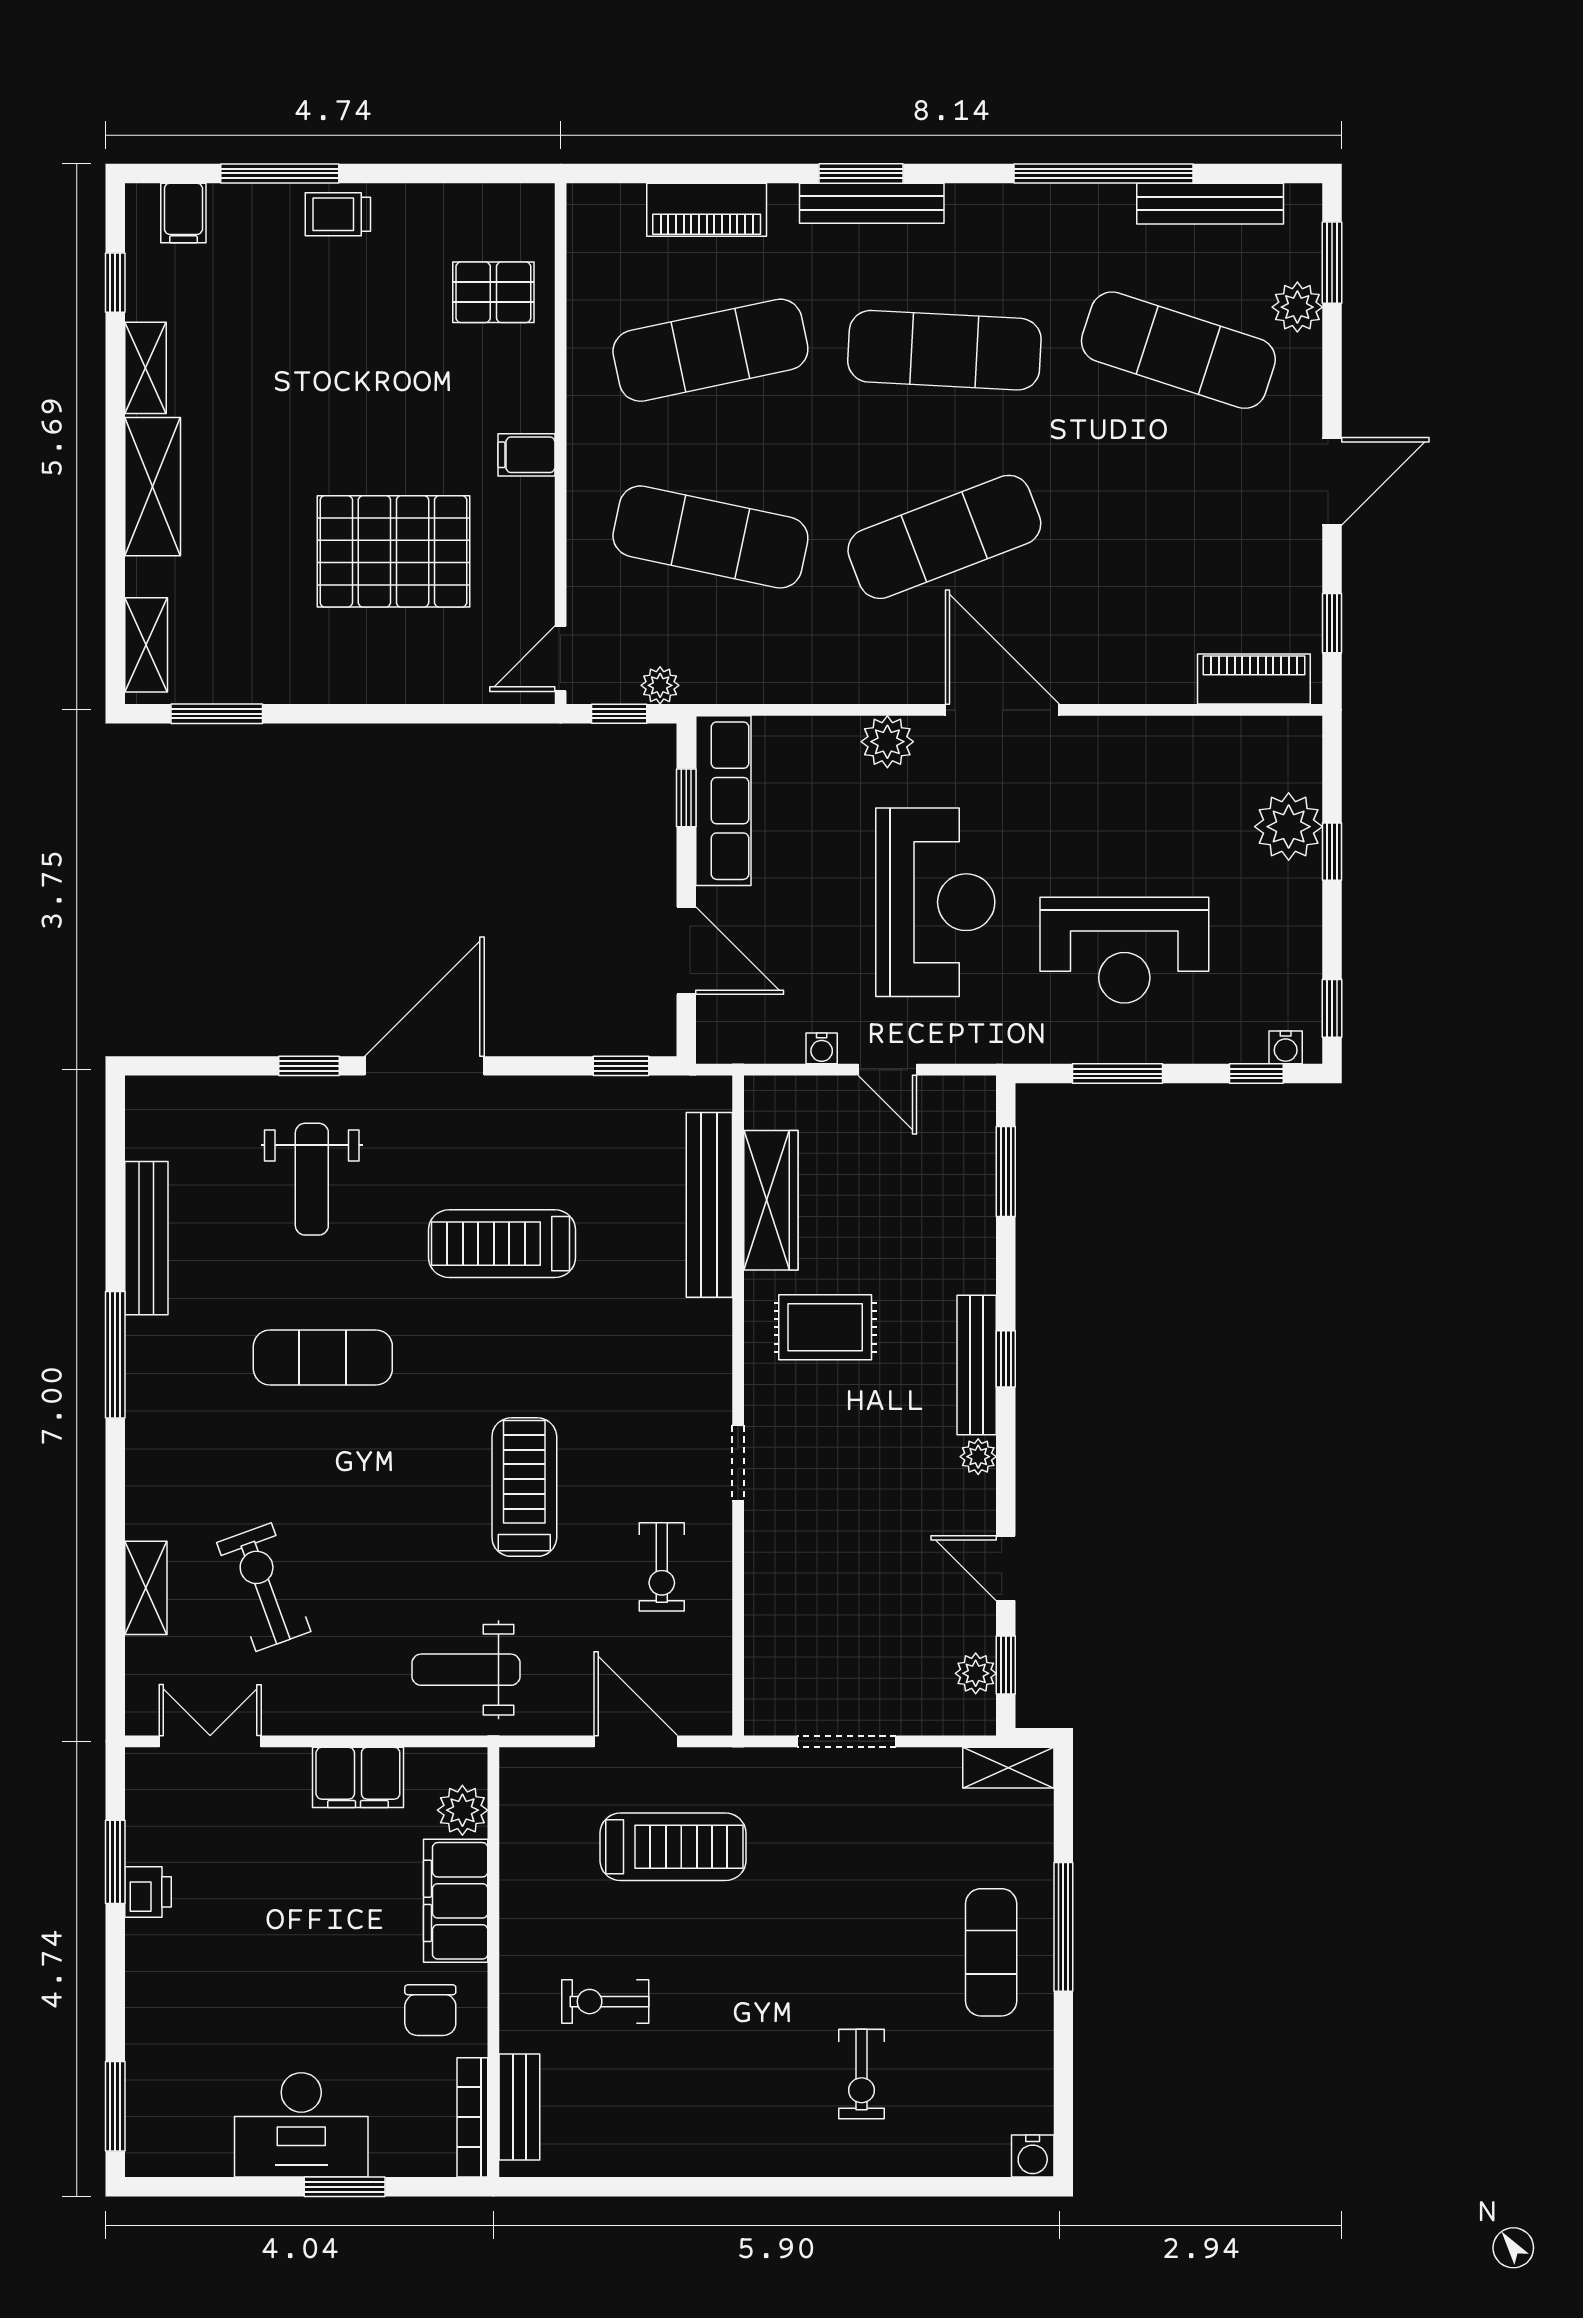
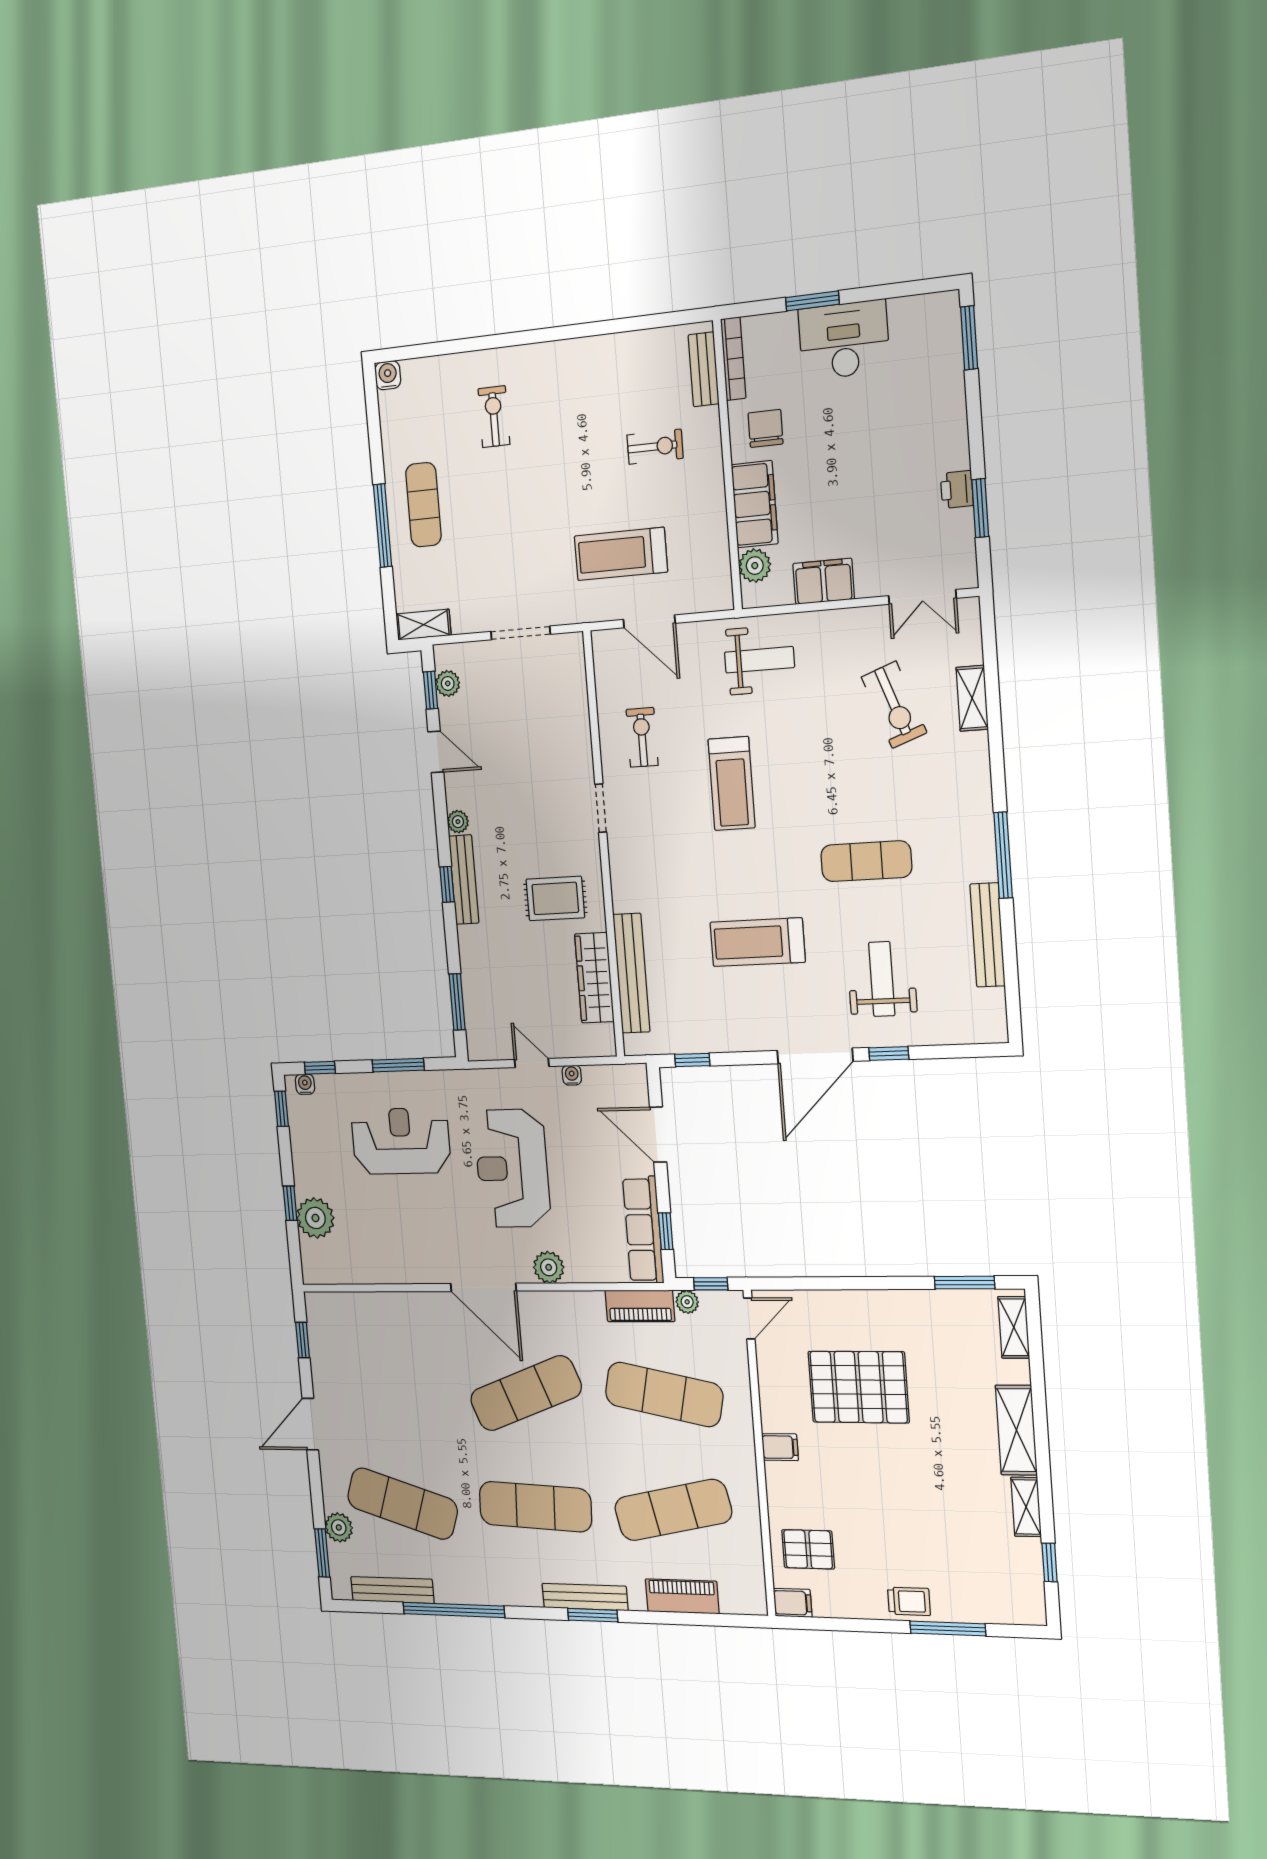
filing cabinet: (183, 213) -> (793, 1603), moved, turned 90
piano: (1254, 679) -> (640, 1306), moved
treadmill: (502, 1244) -> (758, 942), turned 180

